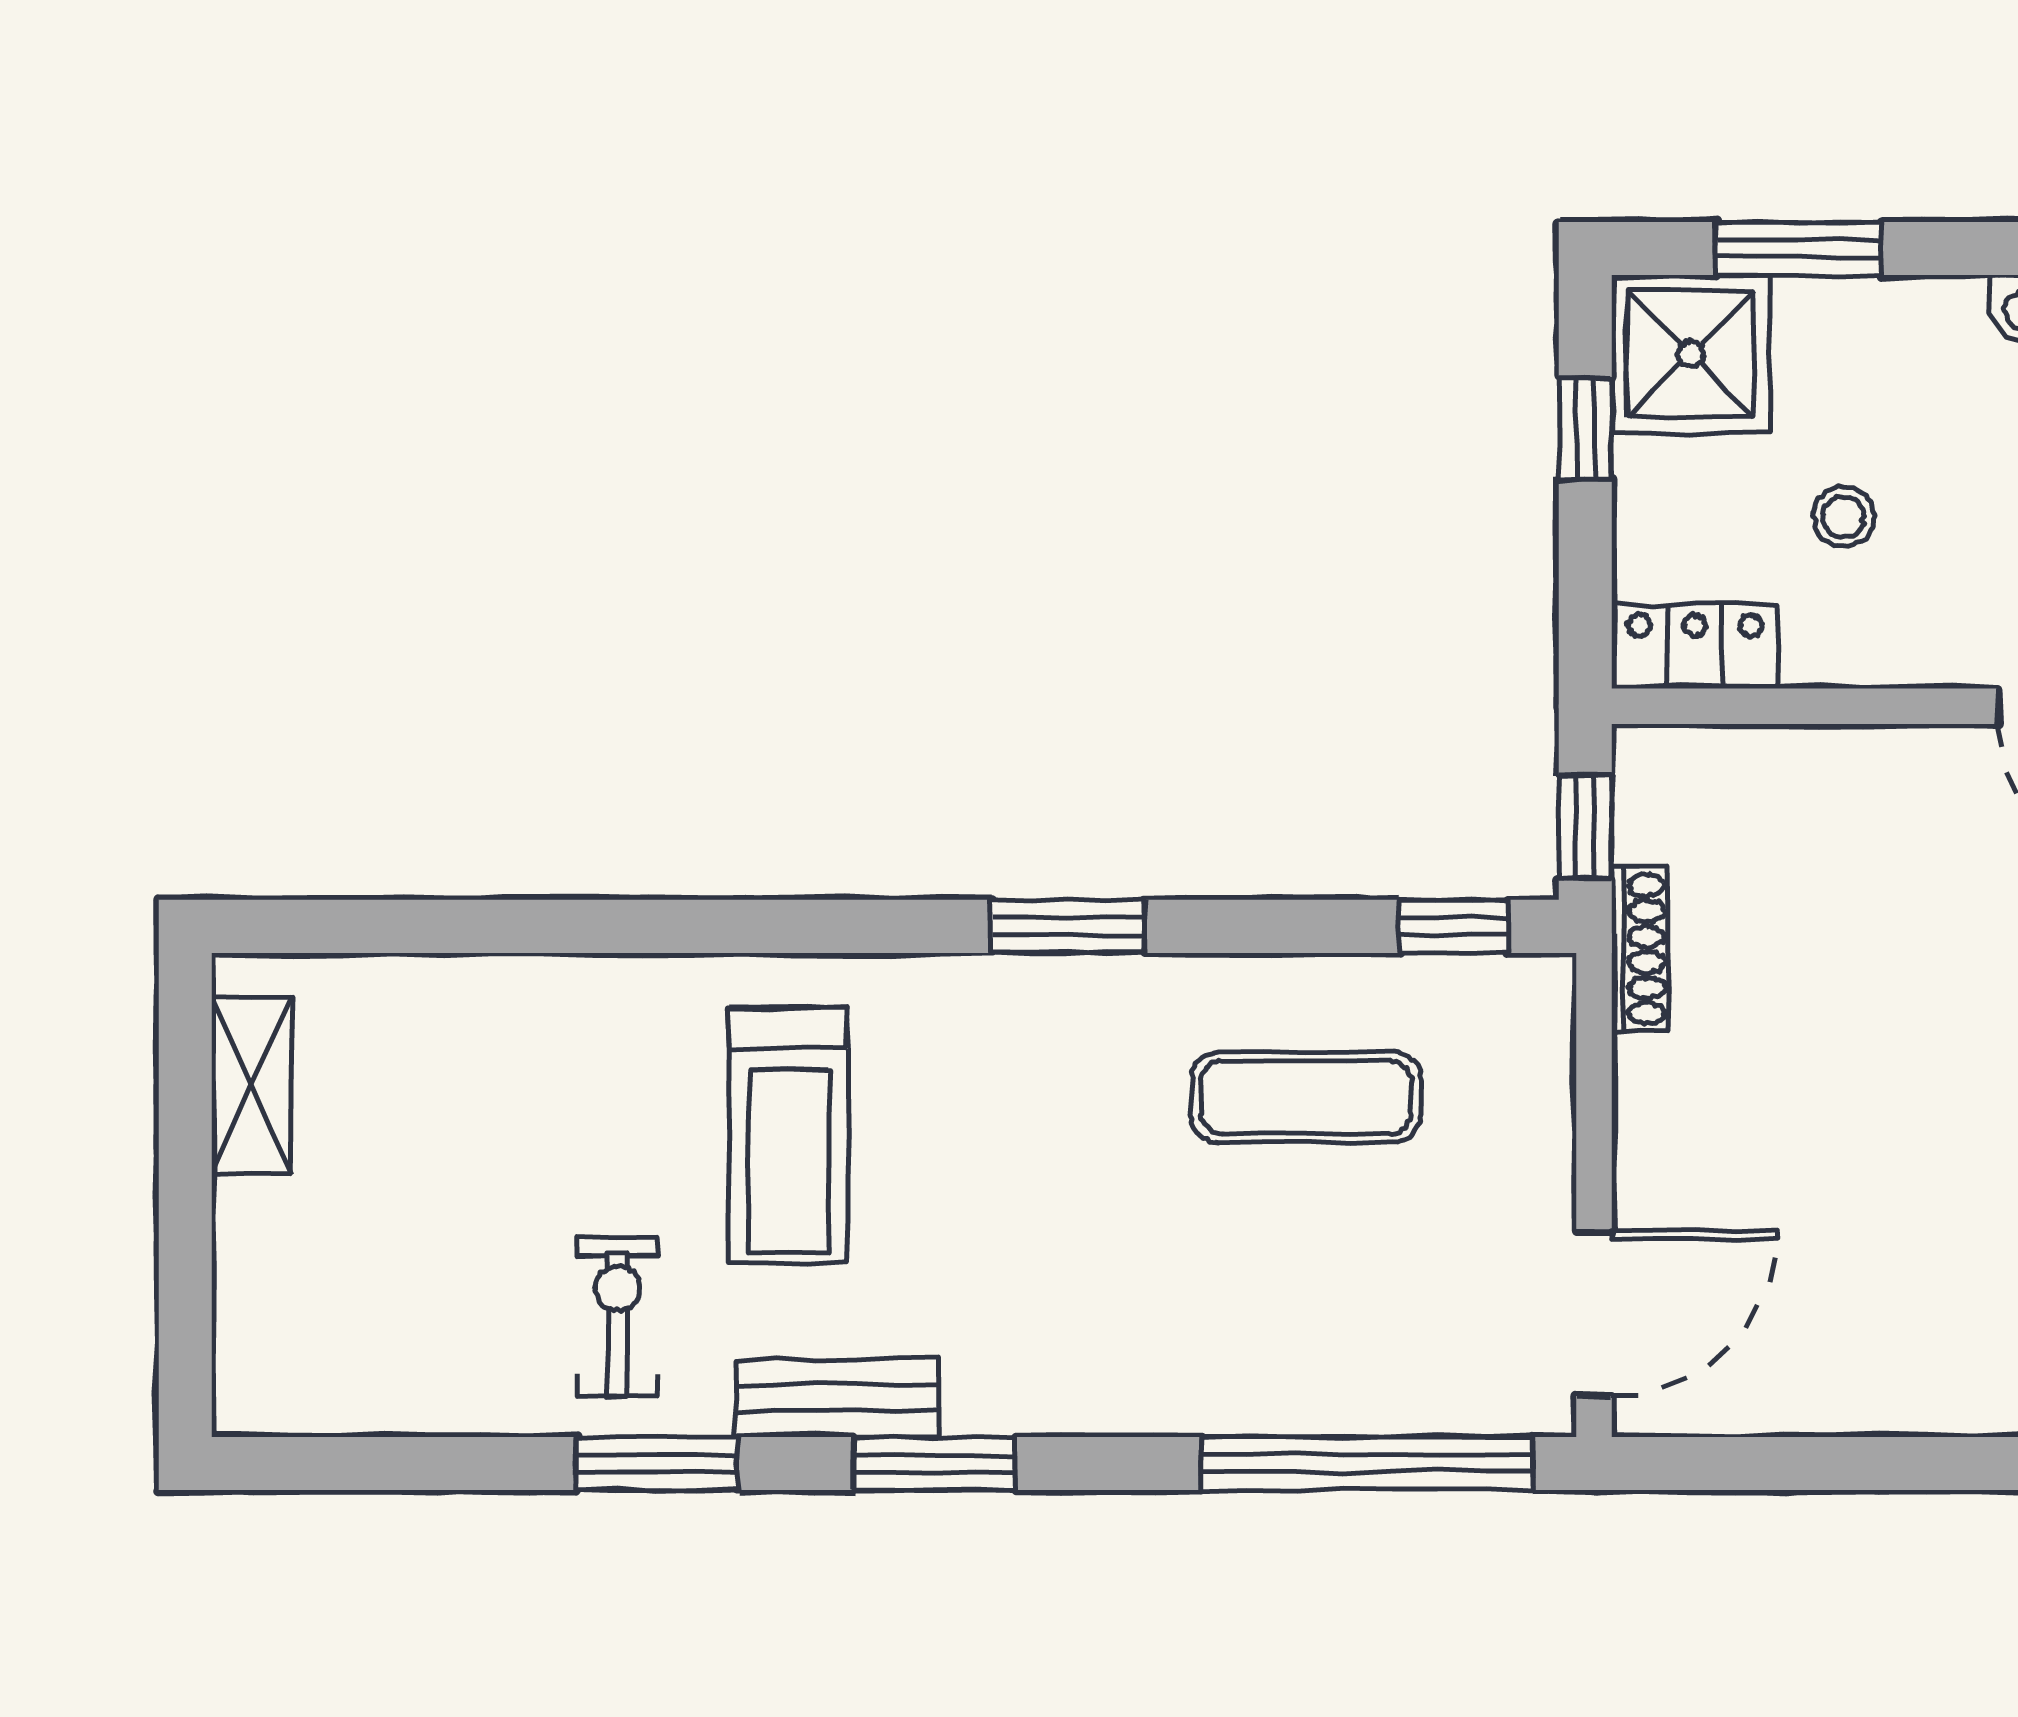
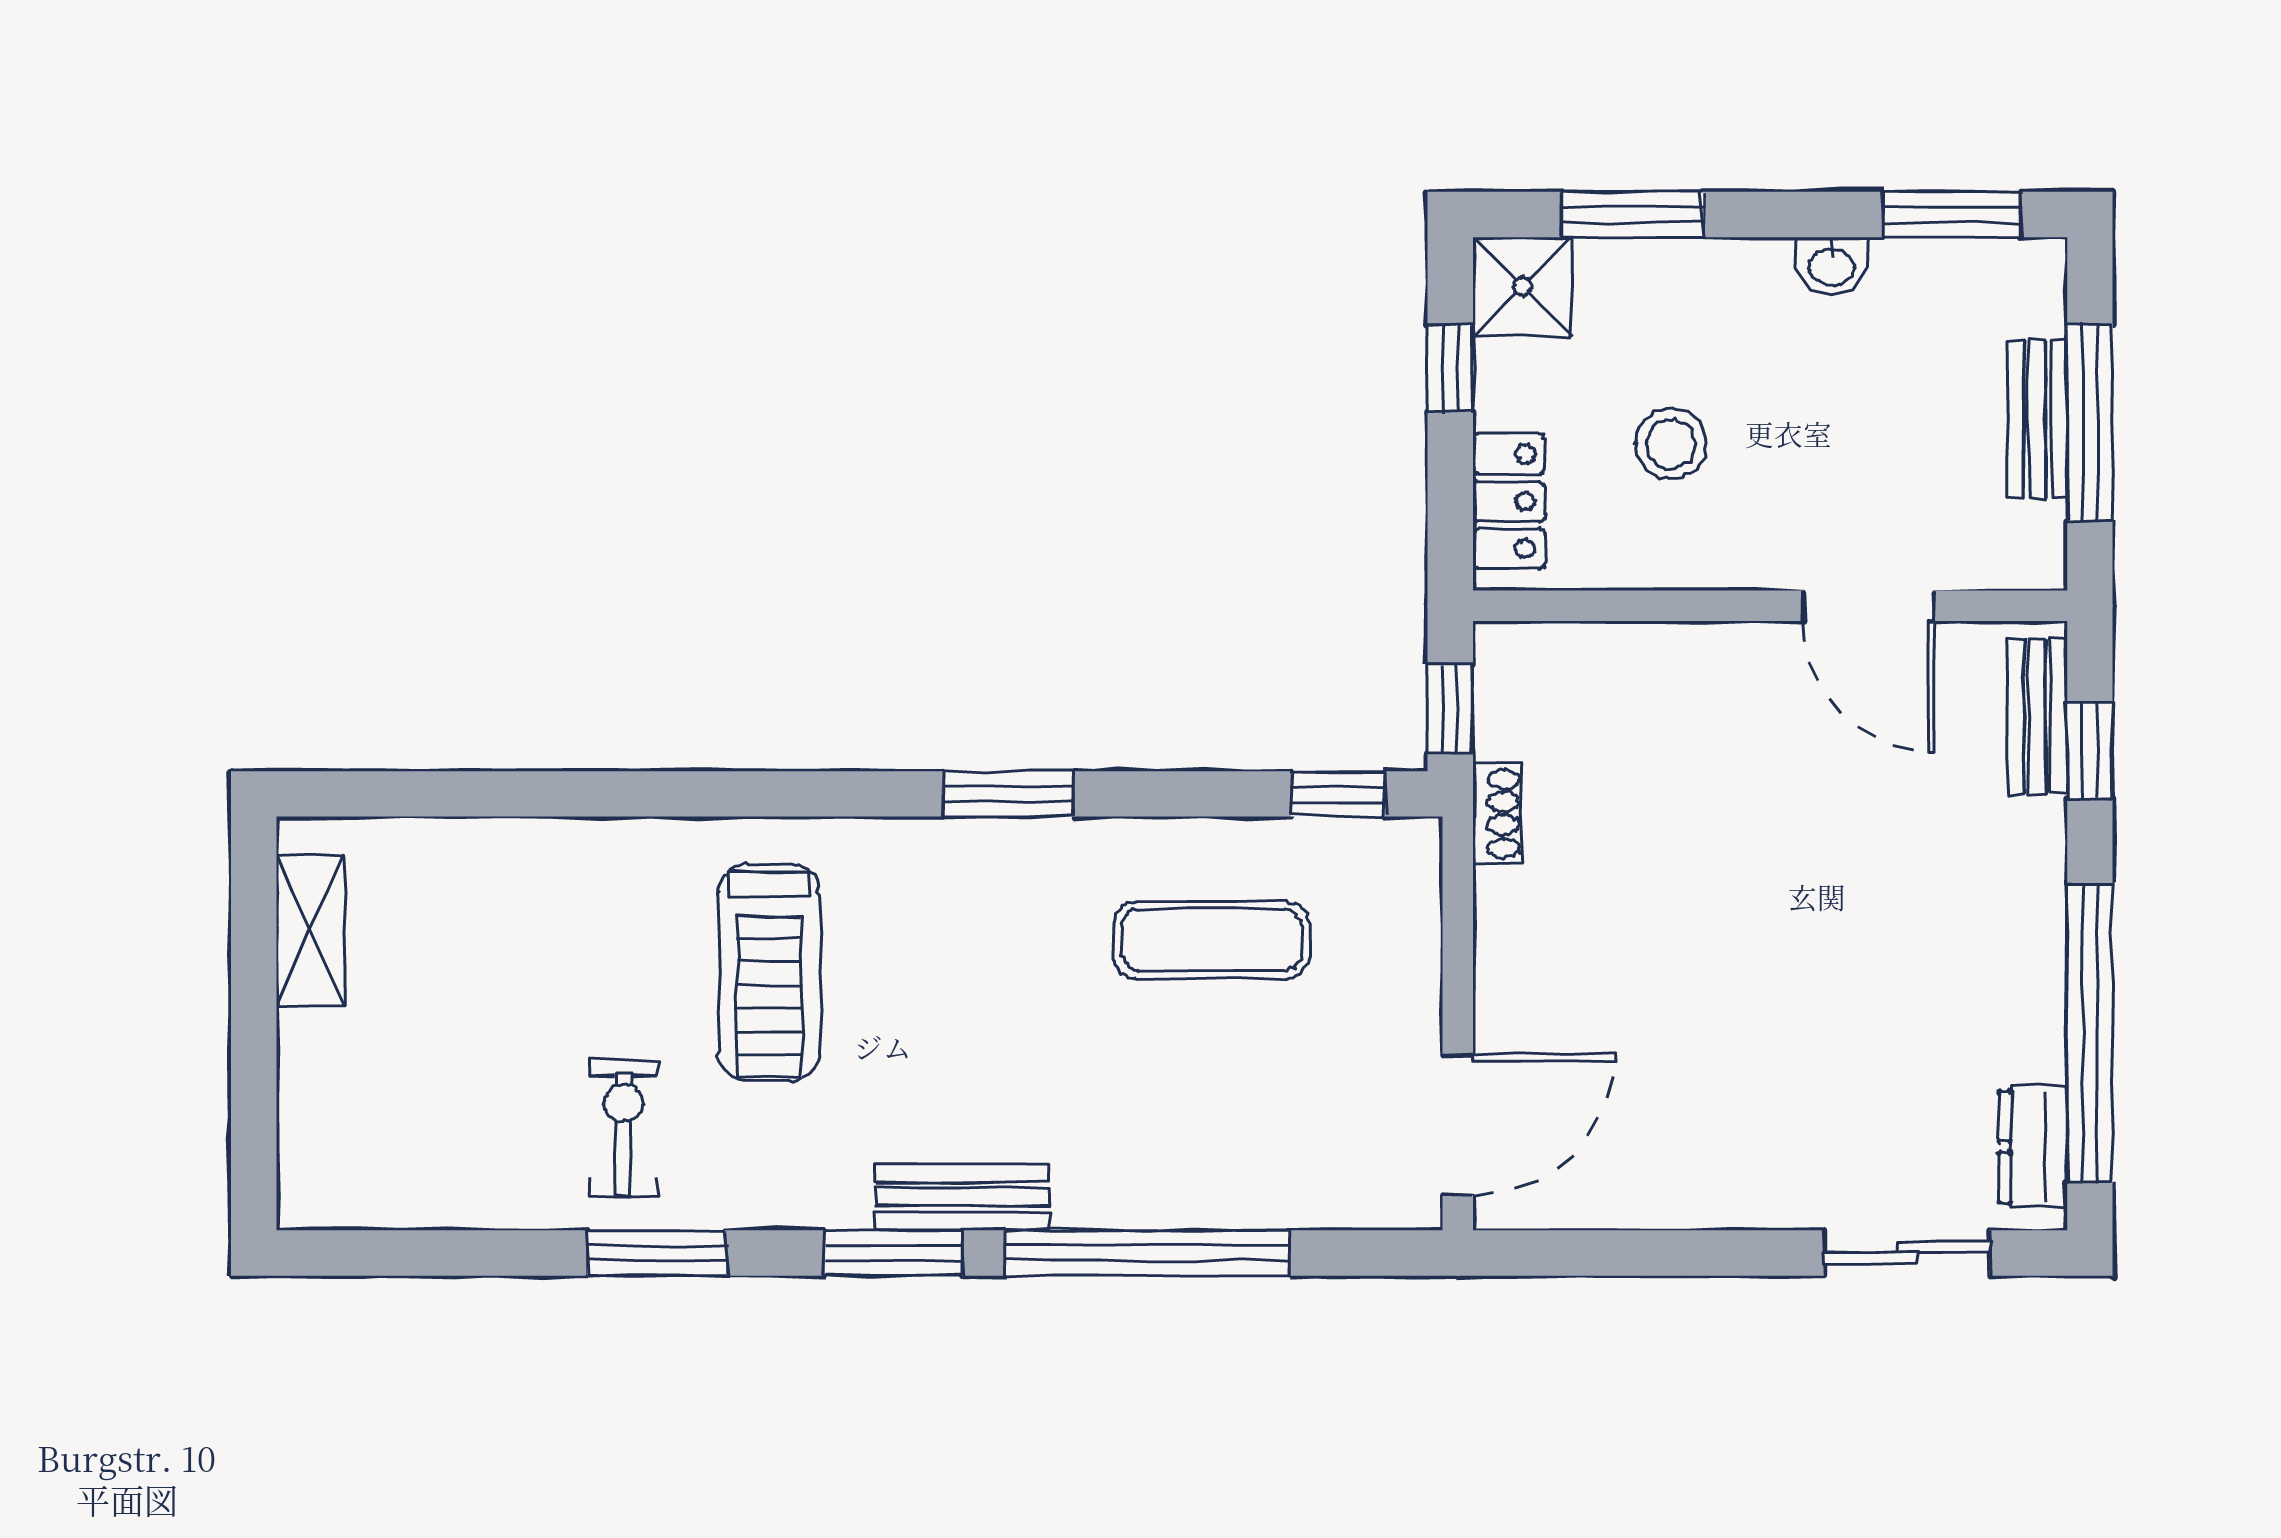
shower: (1691, 354) -> (1522, 286), width x0.73, depth x0.73
stool: (1843, 517) -> (1671, 444), width x1.37, depth x1.37
locker: (1695, 647) -> (1509, 501), moved, turned 90
shoe rack: (1640, 949) -> (1497, 813), width x0.70
bench: (837, 1398) -> (962, 1197), moved
window: (1367, 1463) -> (1147, 1253), moved

